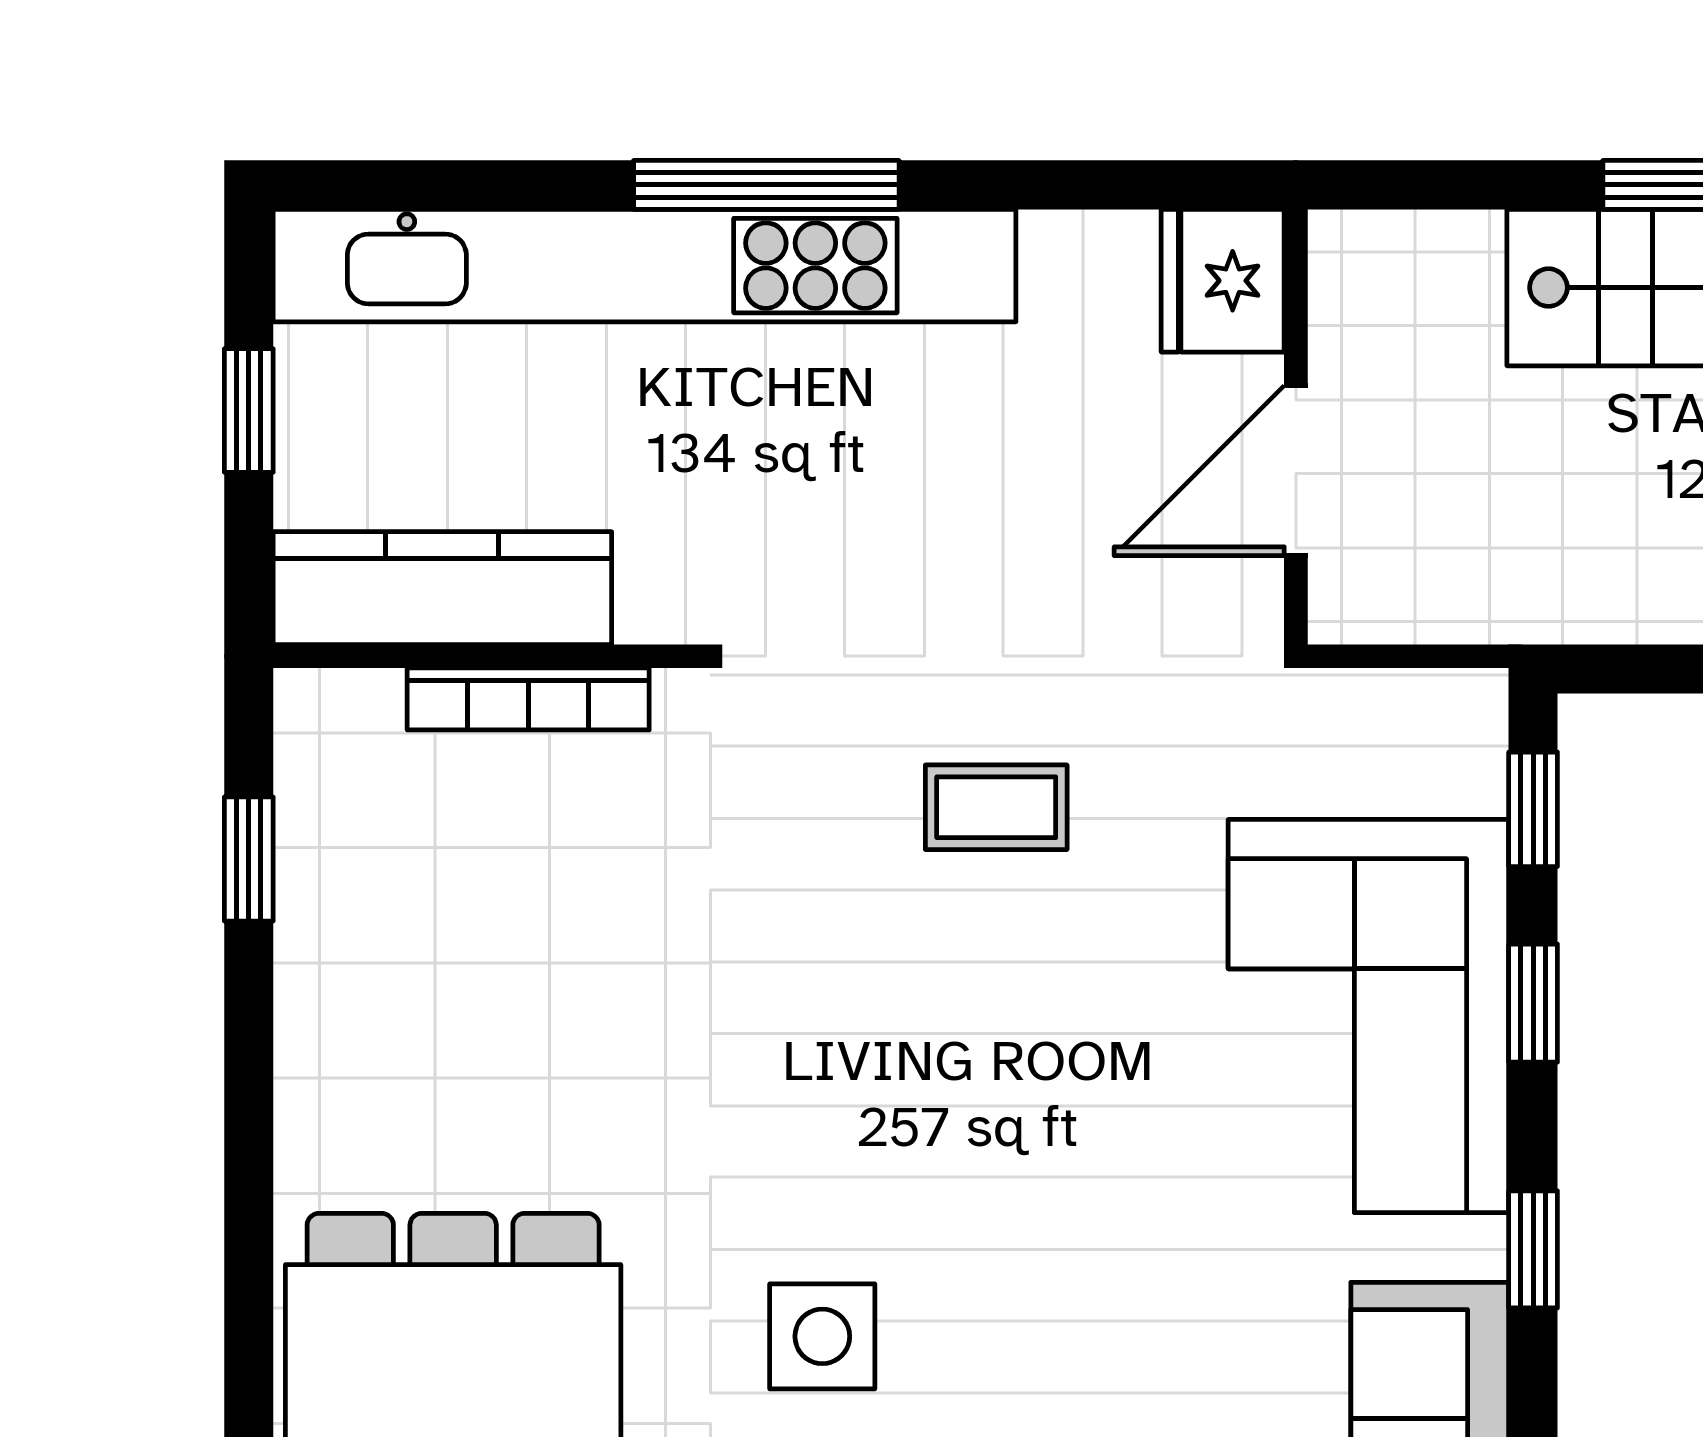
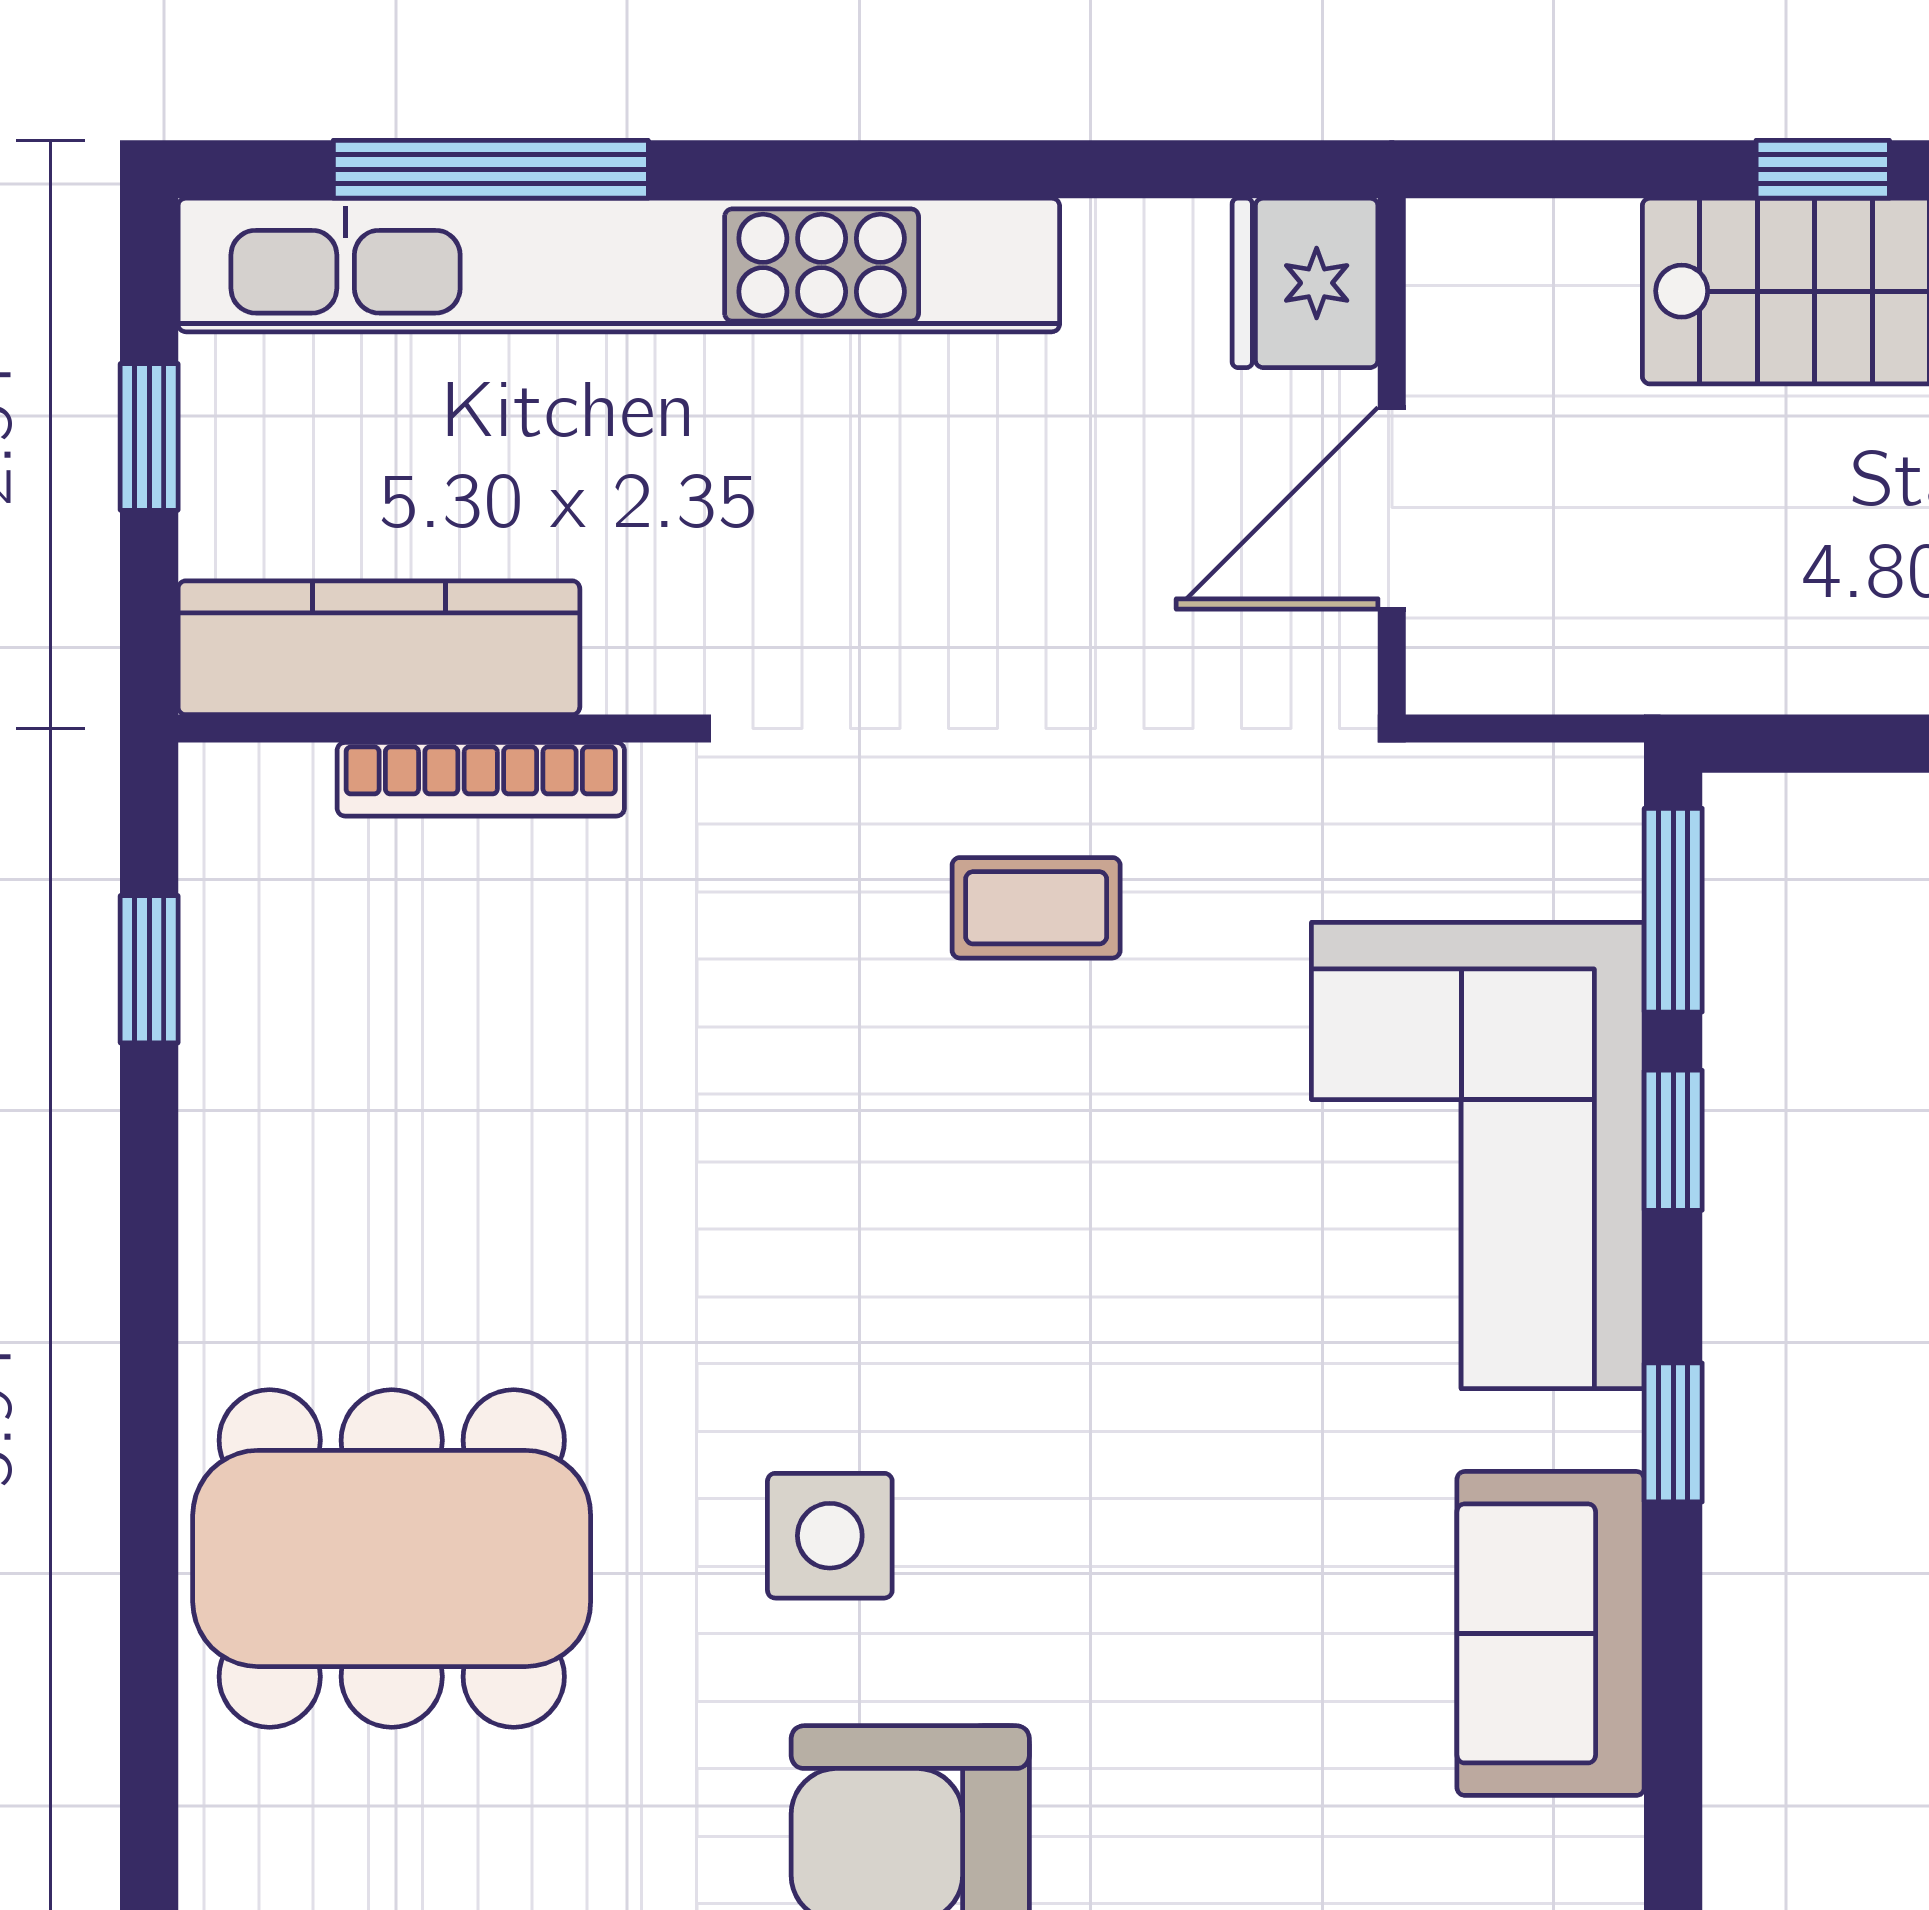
window: (766, 185) -> (491, 169), moved
window: (1533, 809) -> (1673, 910), width x1.50

